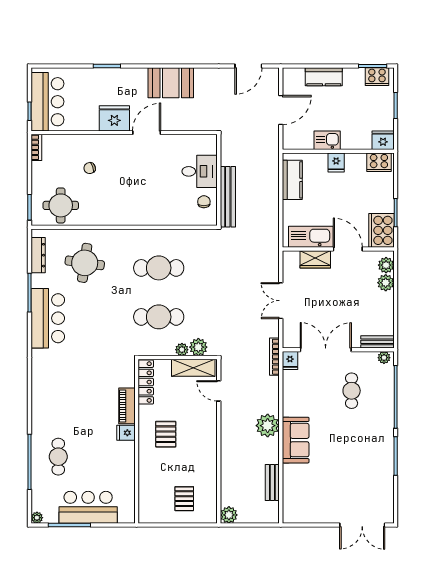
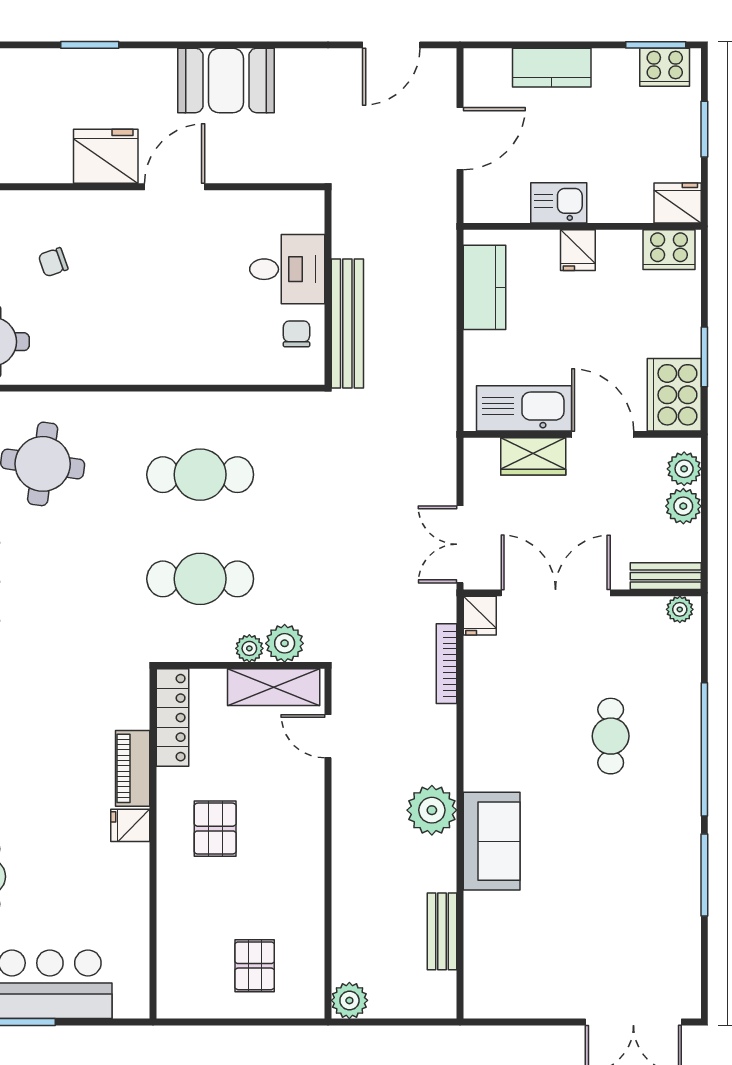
bench: (377, 342) -> (666, 576), moved
double door: (326, 350) -> (556, 593), moved
wall: (338, 350) -> (582, 593), moved
plant: (384, 358) -> (680, 609), moved
fridge: (290, 361) -> (480, 616), moved

